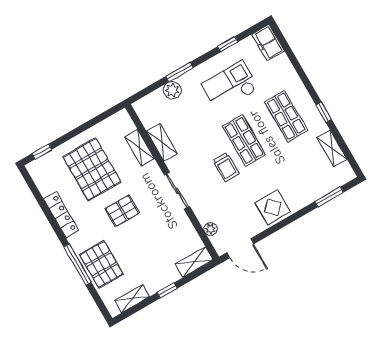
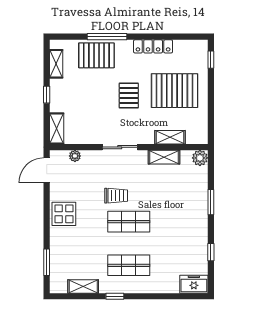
checkout: (230, 86) -> (177, 235), removed
plant: (172, 90) -> (200, 158), moved
trolley: (226, 167) -> (116, 196), turned 180

